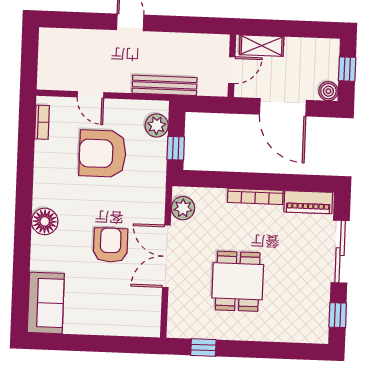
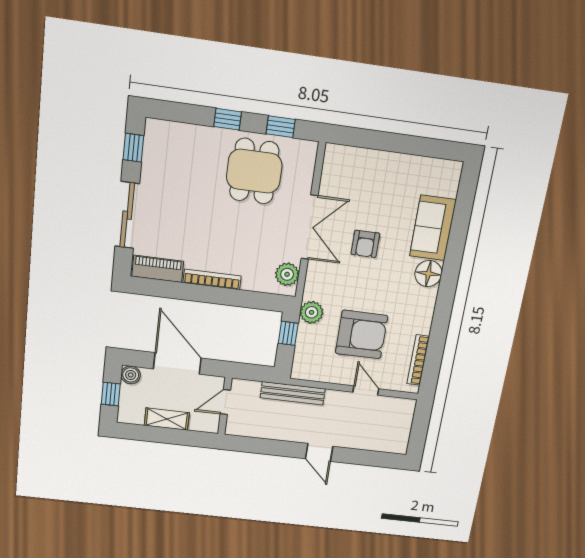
shelving: (262, 46) -> (167, 419), moved
bookcase: (42, 122) -> (418, 360), width x1.56
plant: (157, 125) -> (312, 312), moved
armchair: (110, 245) -> (365, 244), width x0.72, depth x0.72
dining table: (238, 281) -> (254, 171), moved
sofa: (46, 303) -> (433, 228), moved
window: (253, 349) -> (228, 119), added

